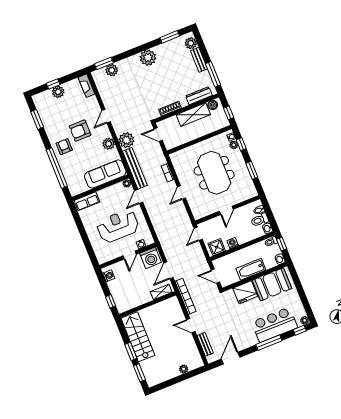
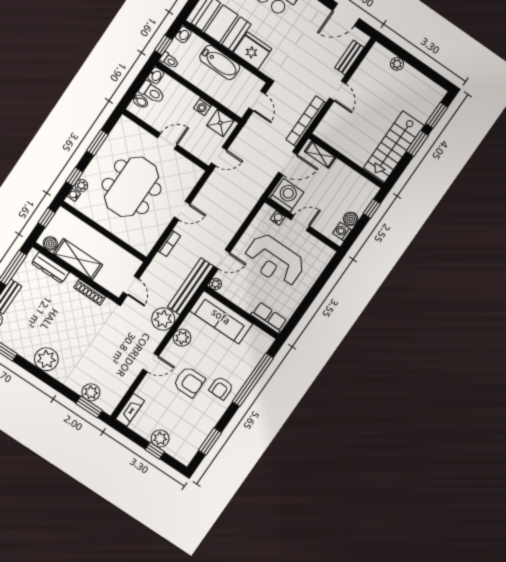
boiler: (113, 285) -> (351, 219), added

